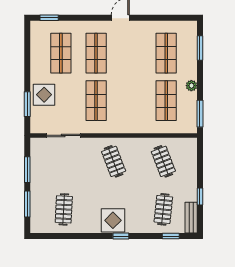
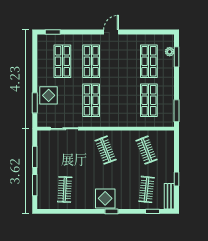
plant: (191, 86) -> (170, 52), moved

